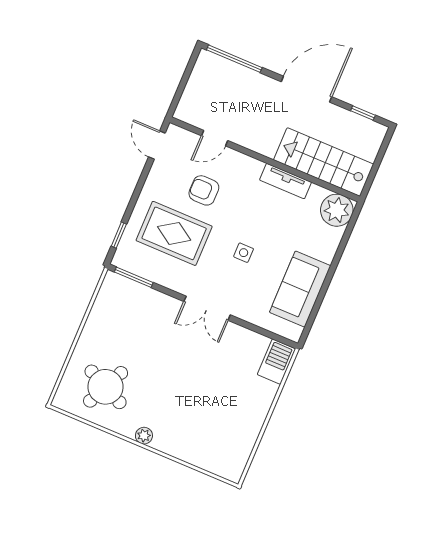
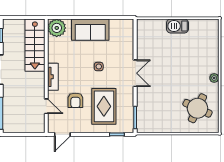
tv unit: (286, 181) -> (53, 77), moved
sofa: (300, 289) -> (90, 30), moved
barbecue: (277, 362) -> (178, 26), moved

